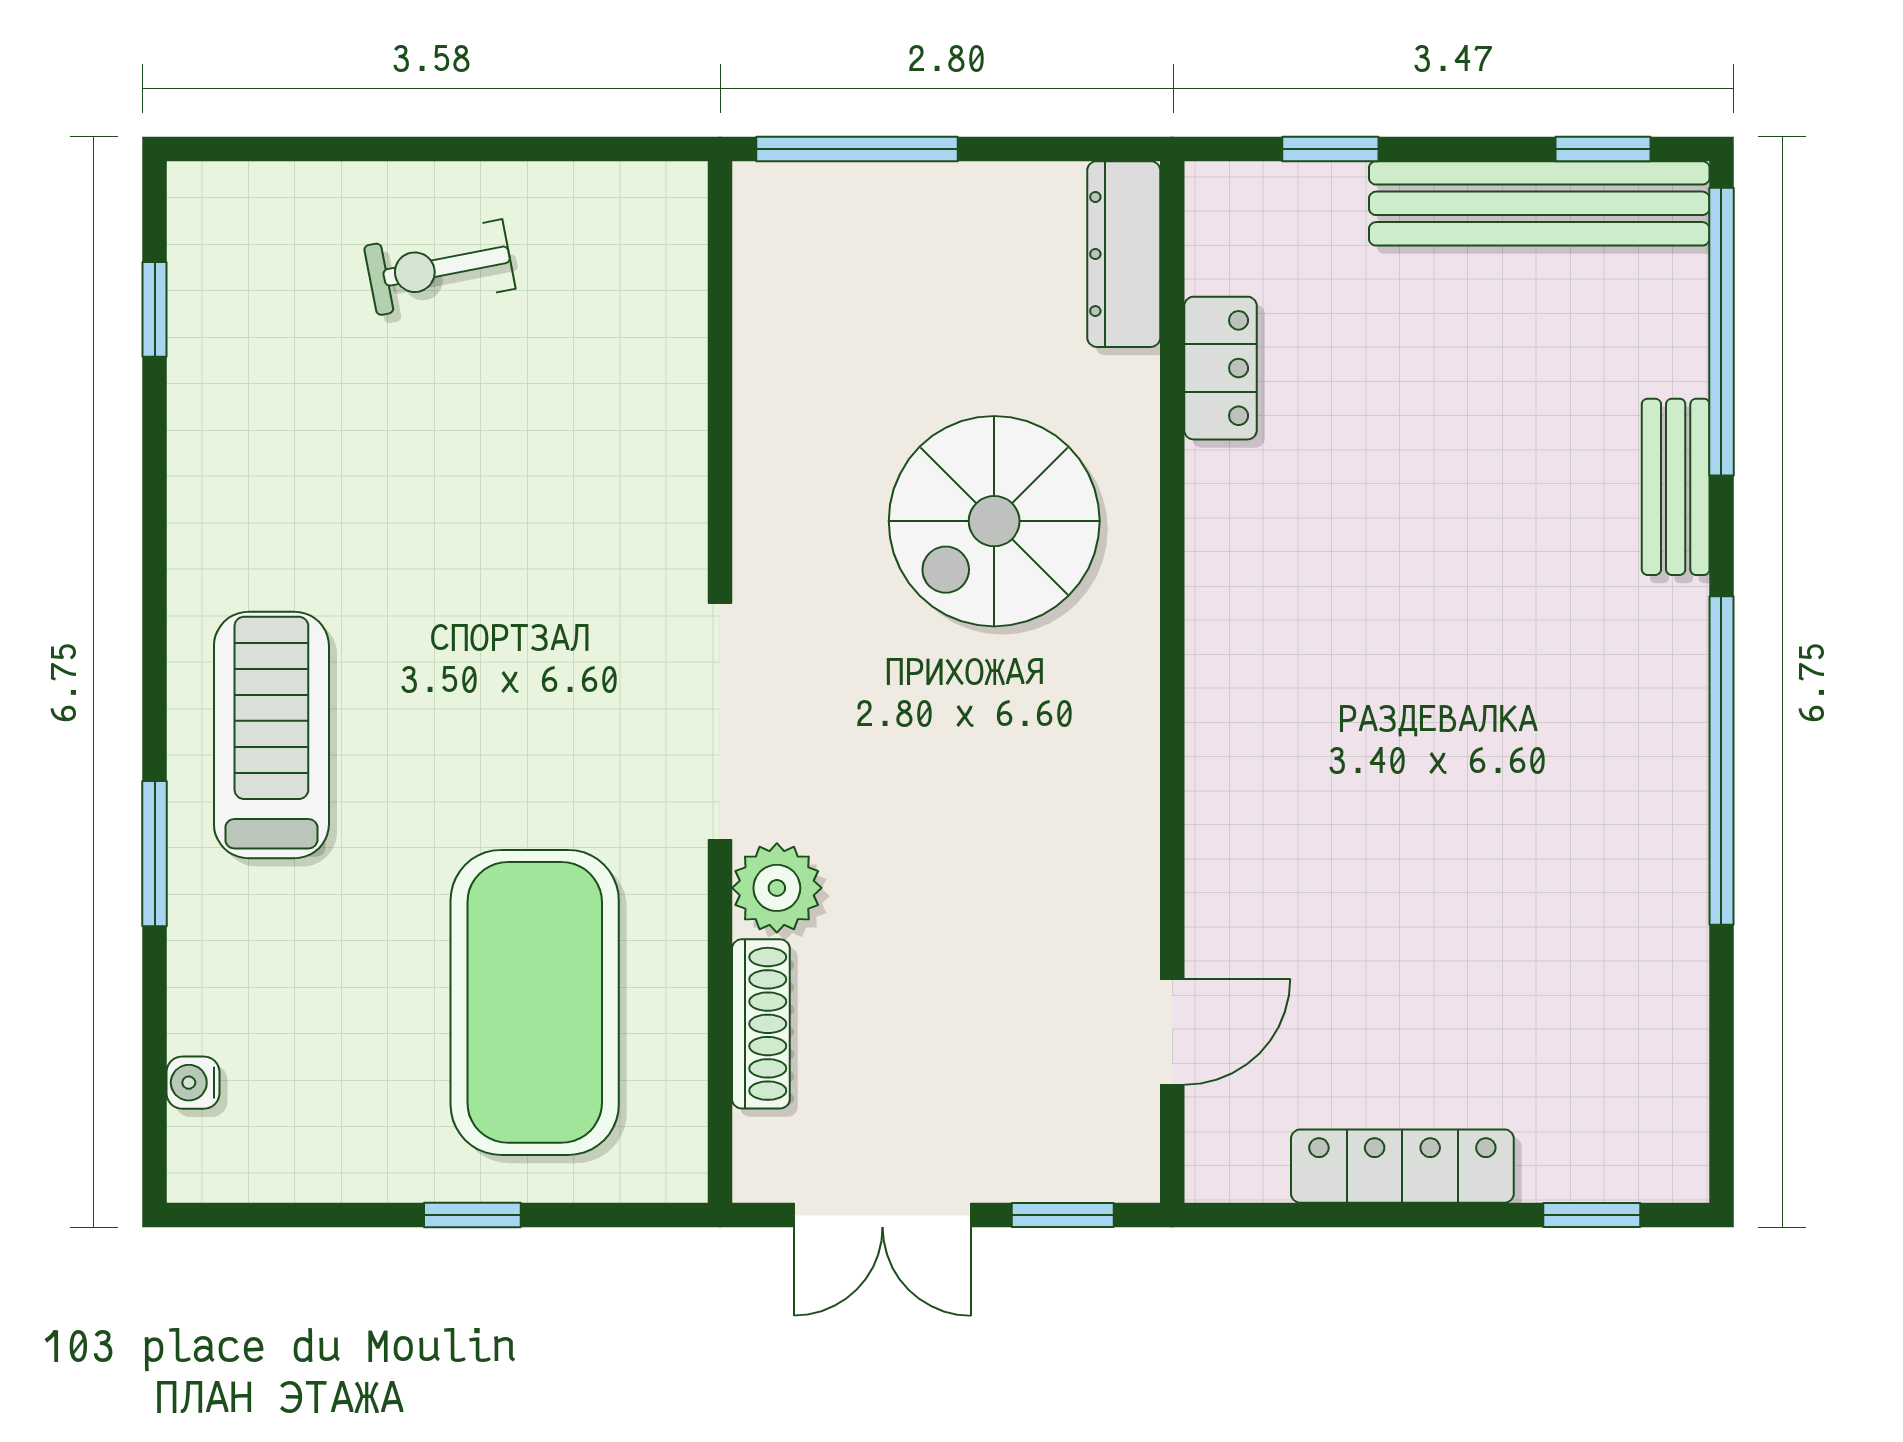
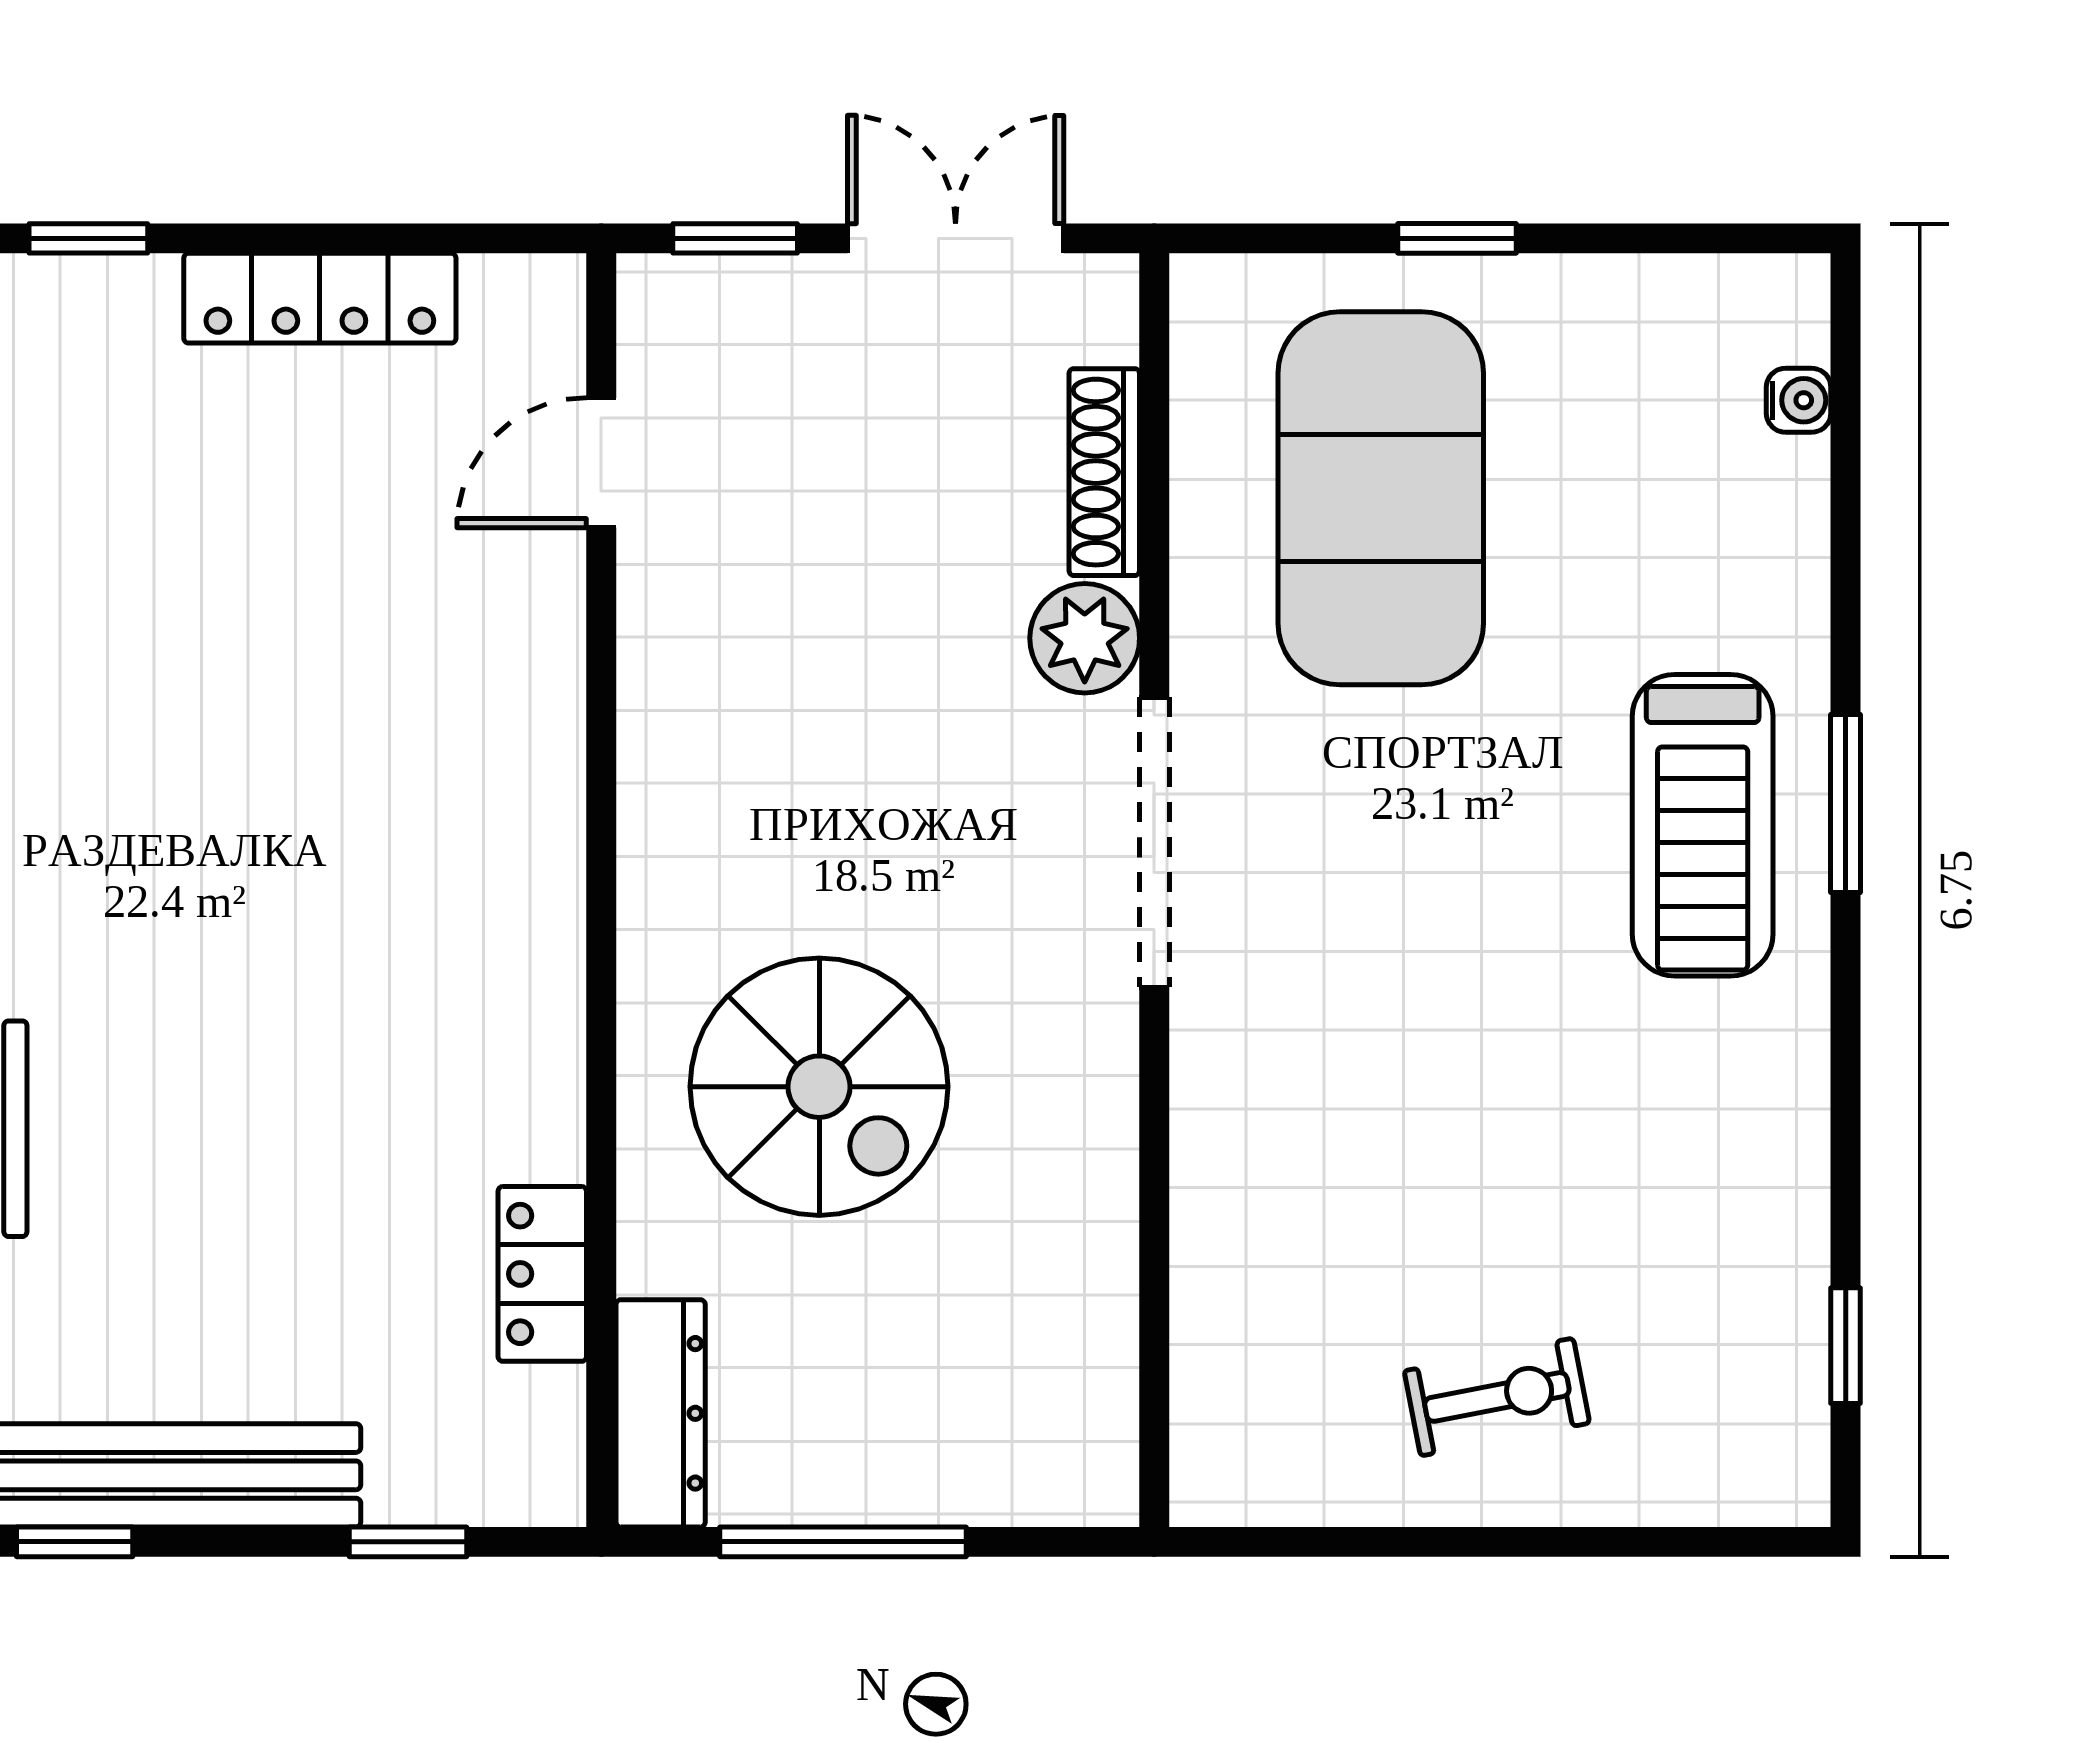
window: (857, 149) -> (843, 1542), moved
spiral stairs: (994, 521) -> (819, 1087), turned 90
window: (155, 854) -> (1846, 804), moved

